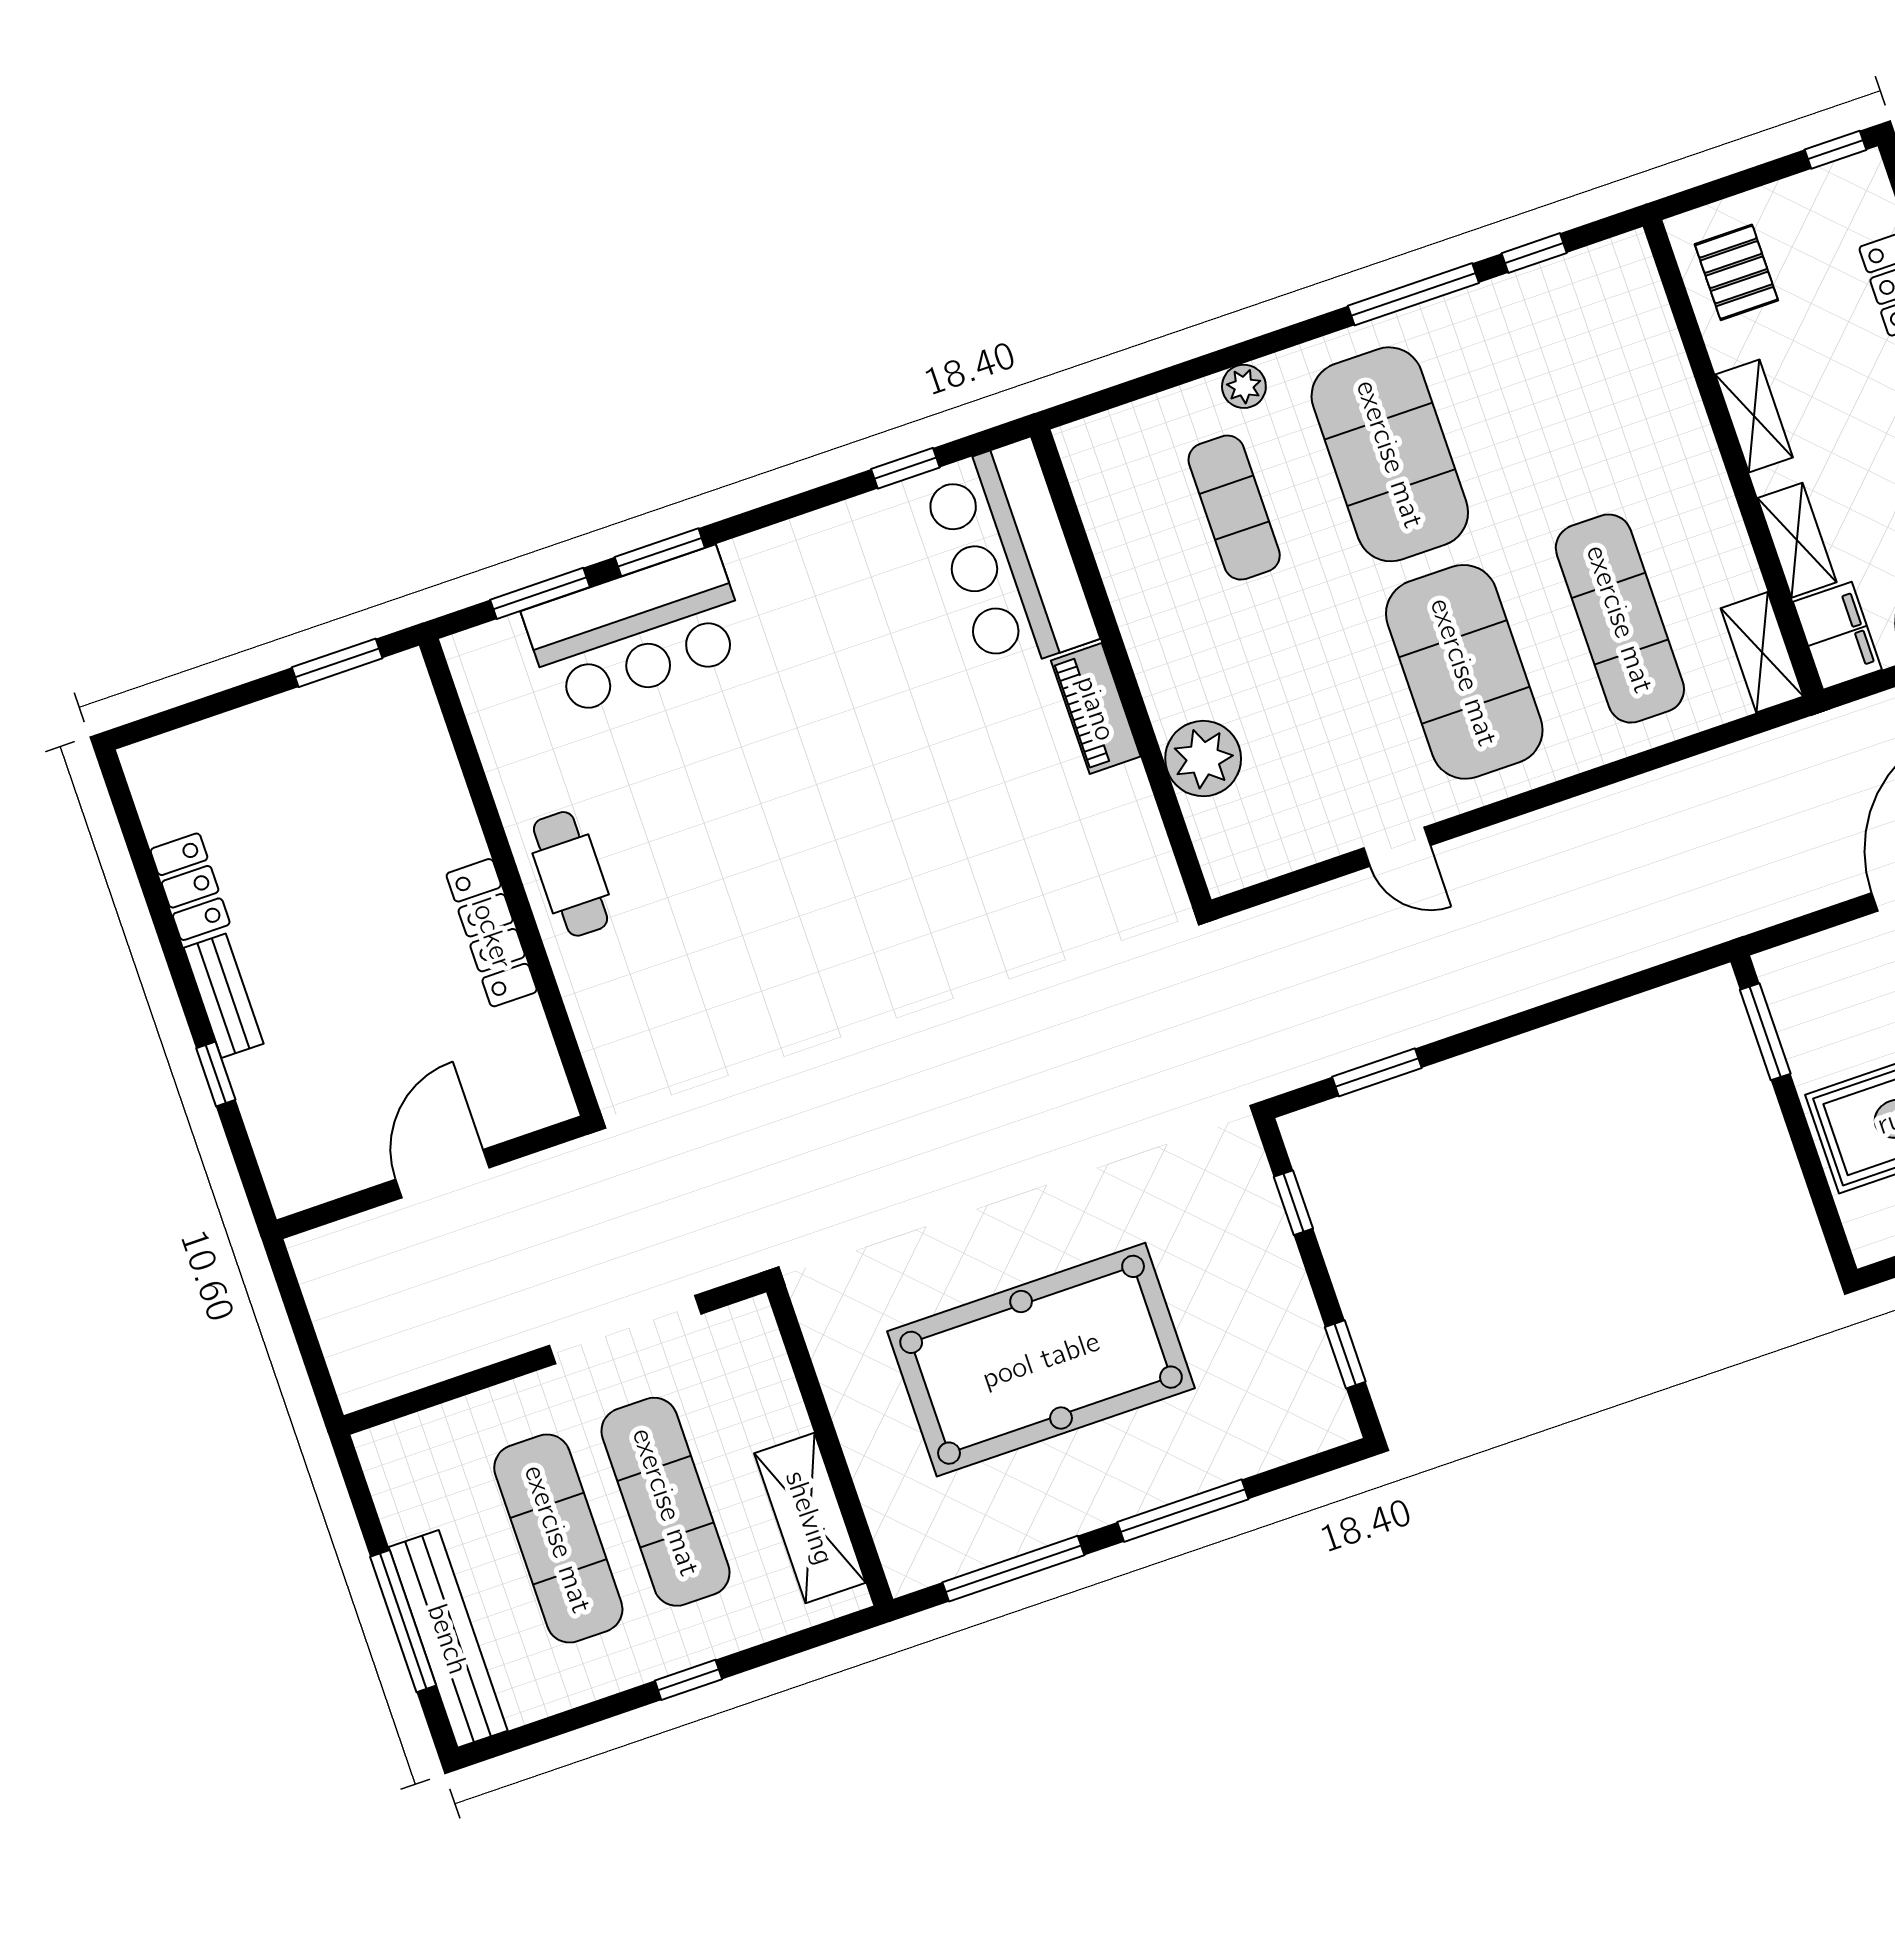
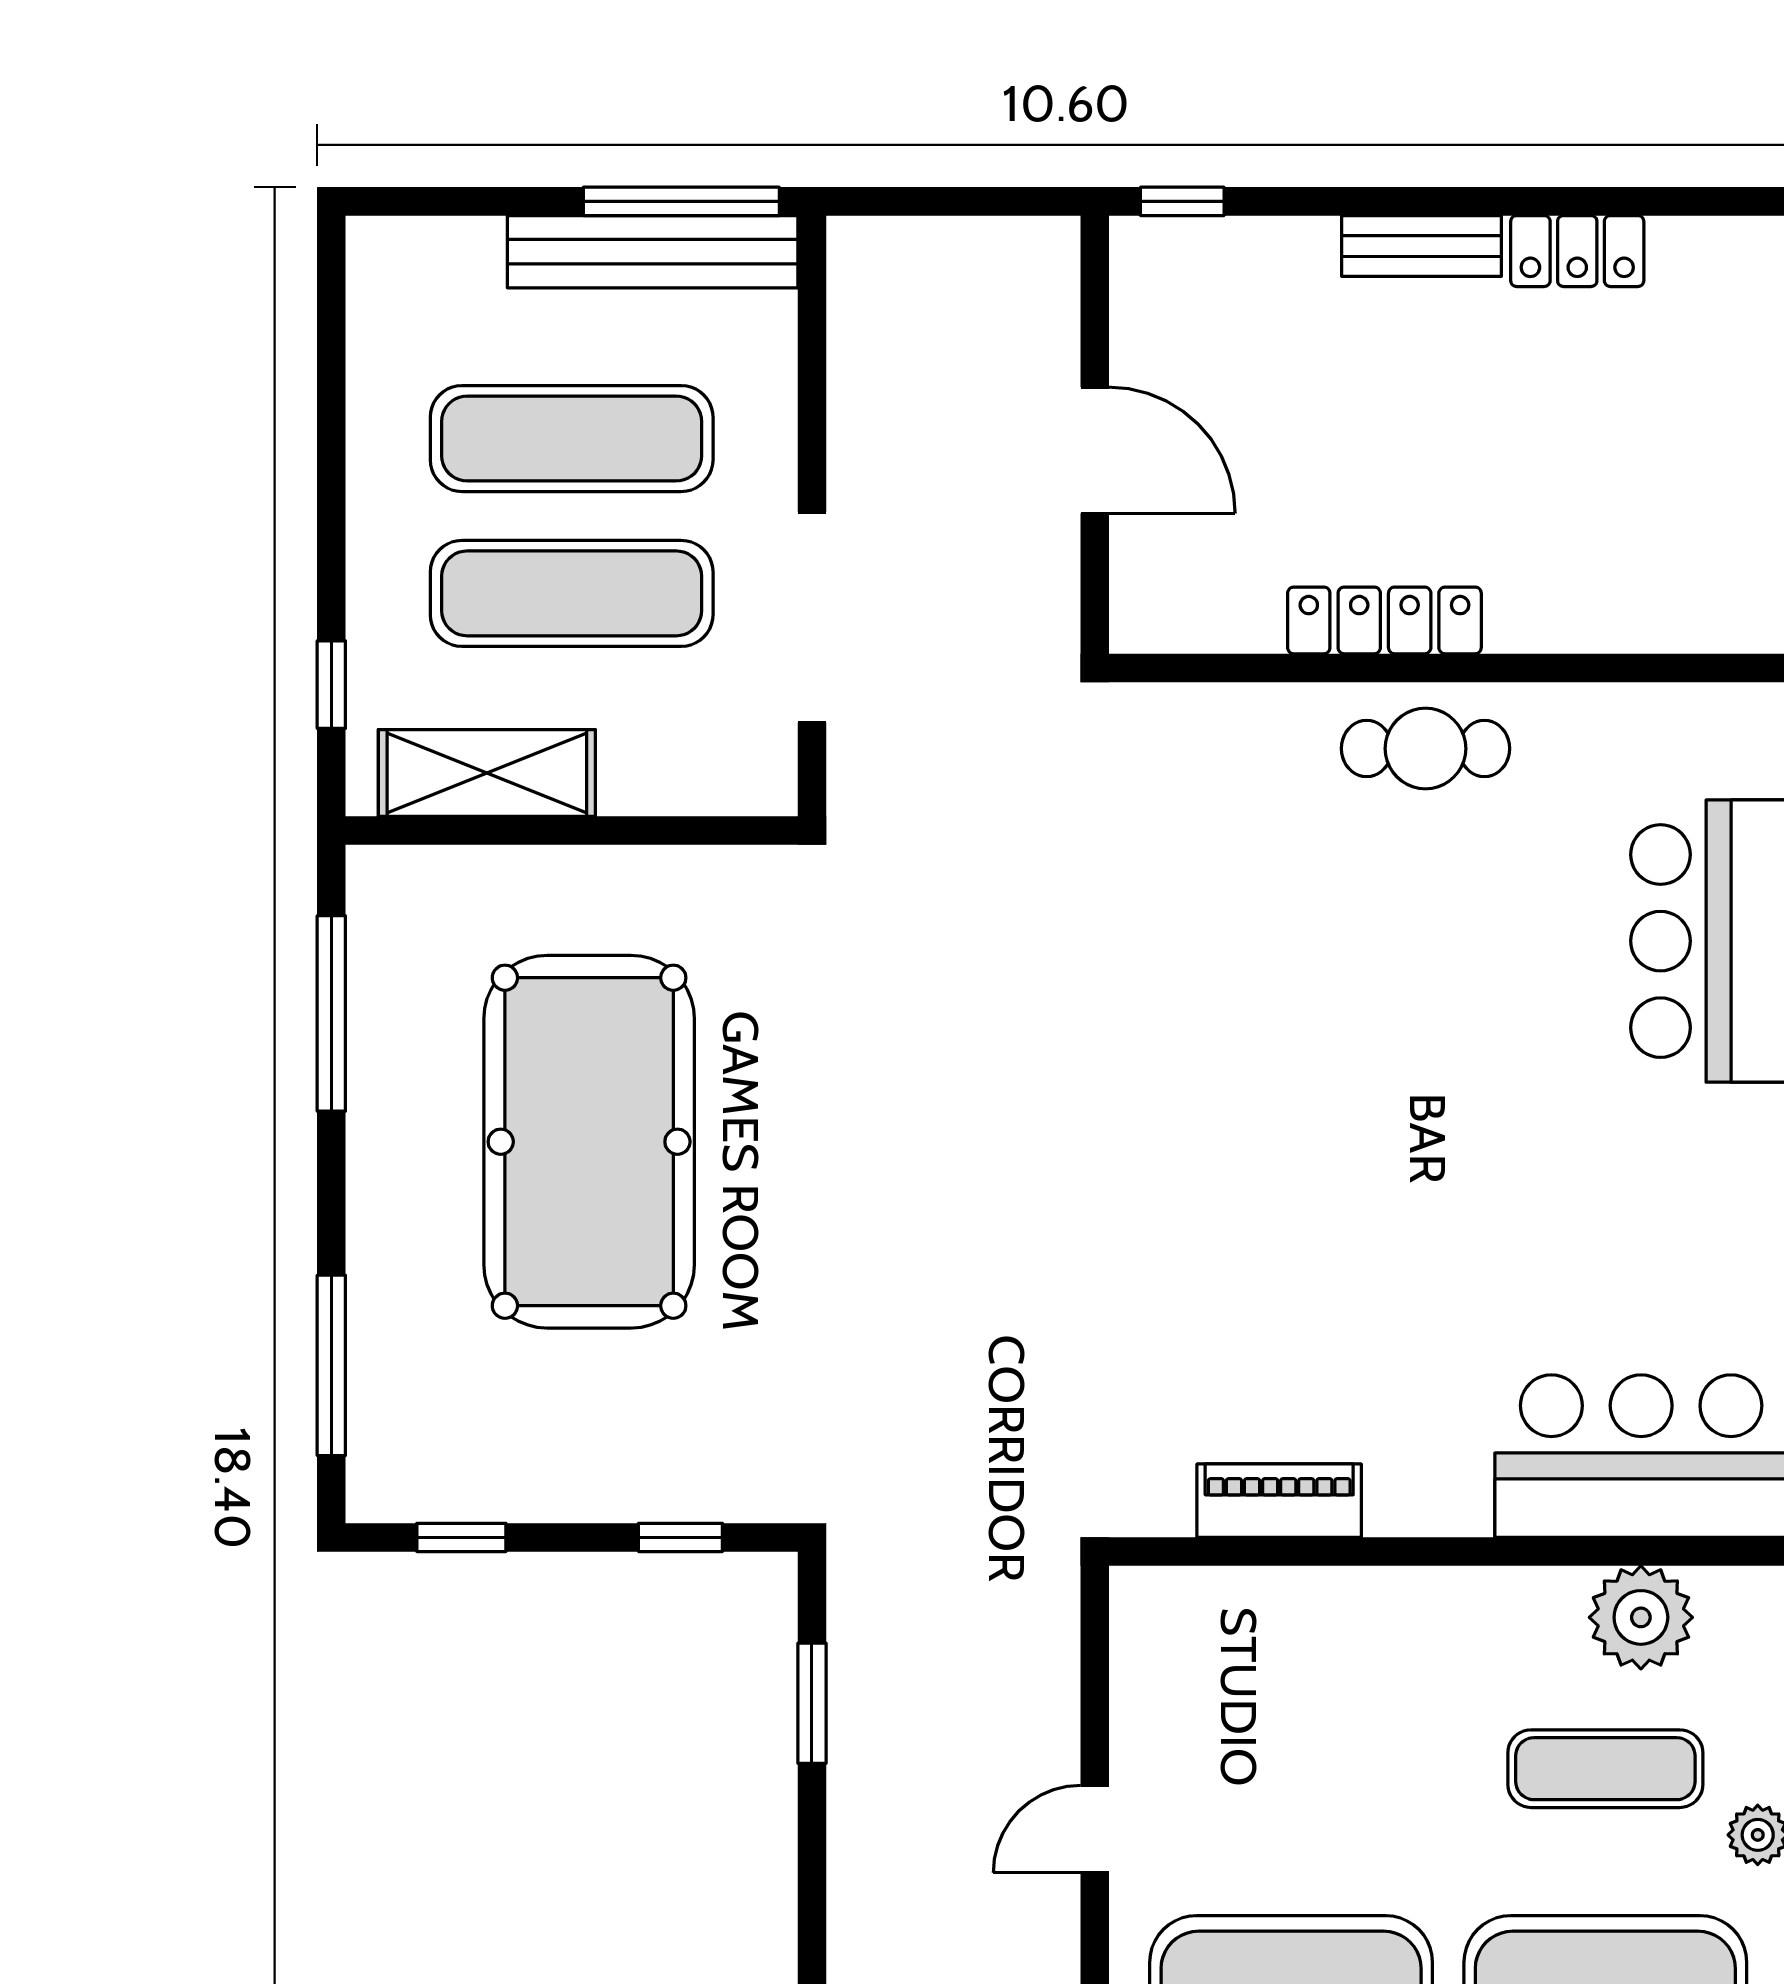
piano: (1096, 708) -> (1279, 1501), moved
plant: (1203, 759) -> (1641, 1617), moved
window: (216, 1074) -> (1182, 201), moved
window: (1183, 1511) -> (331, 1365), moved
window: (403, 1621) -> (681, 201), moved
bench: (448, 1639) -> (653, 252), moved
window: (688, 1680) -> (331, 685), moved

